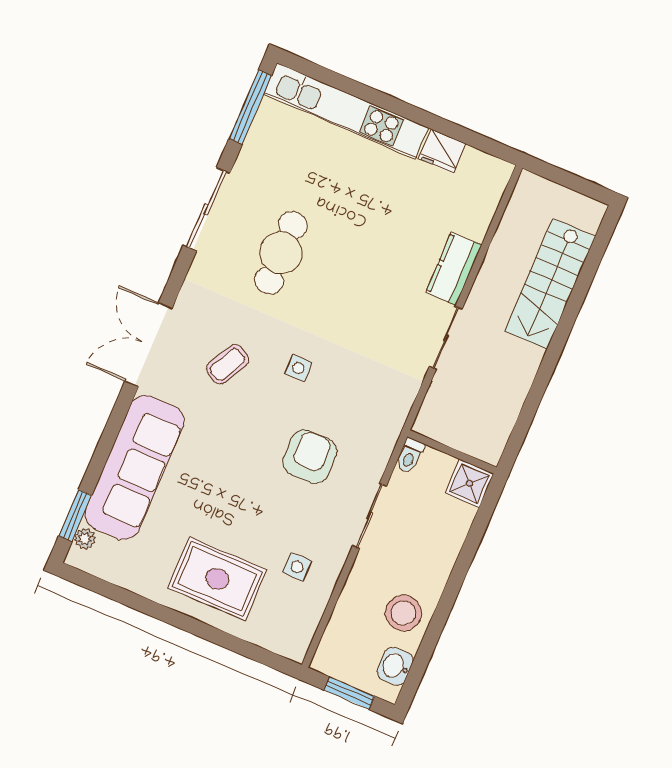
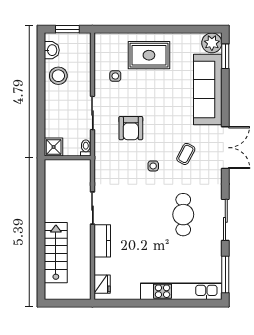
fridge: (442, 151) -> (102, 284), moved, turned 90
plant: (85, 539) -> (212, 43), width x1.88, depth x1.88

